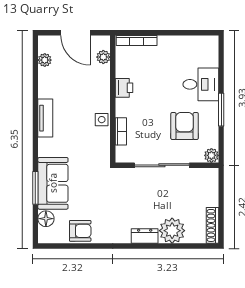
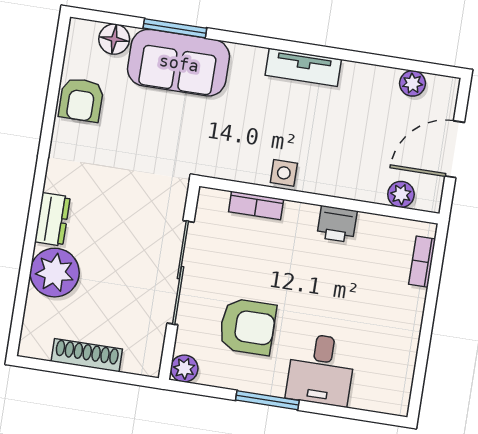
bookcase: (137, 40) -> (422, 262), width x0.64
shoe rack: (212, 225) -> (87, 355), moved

